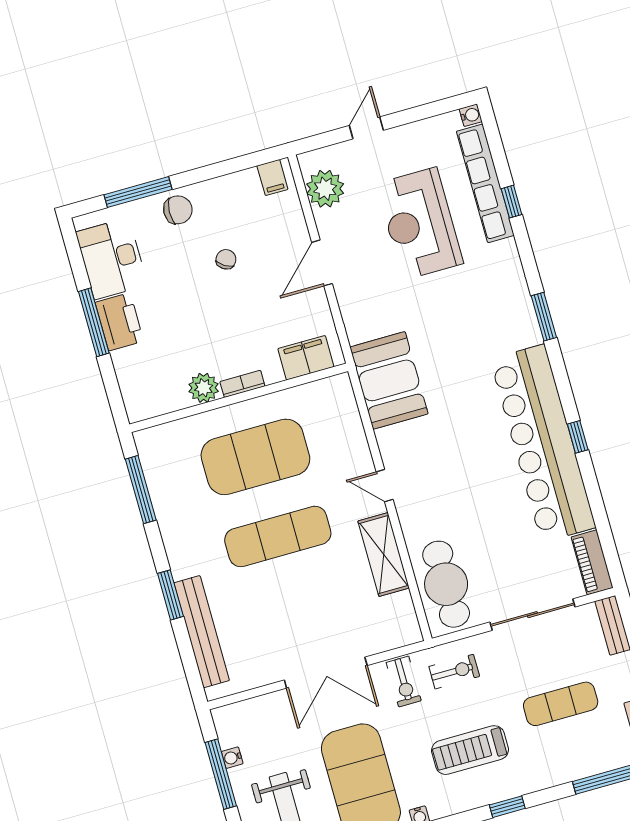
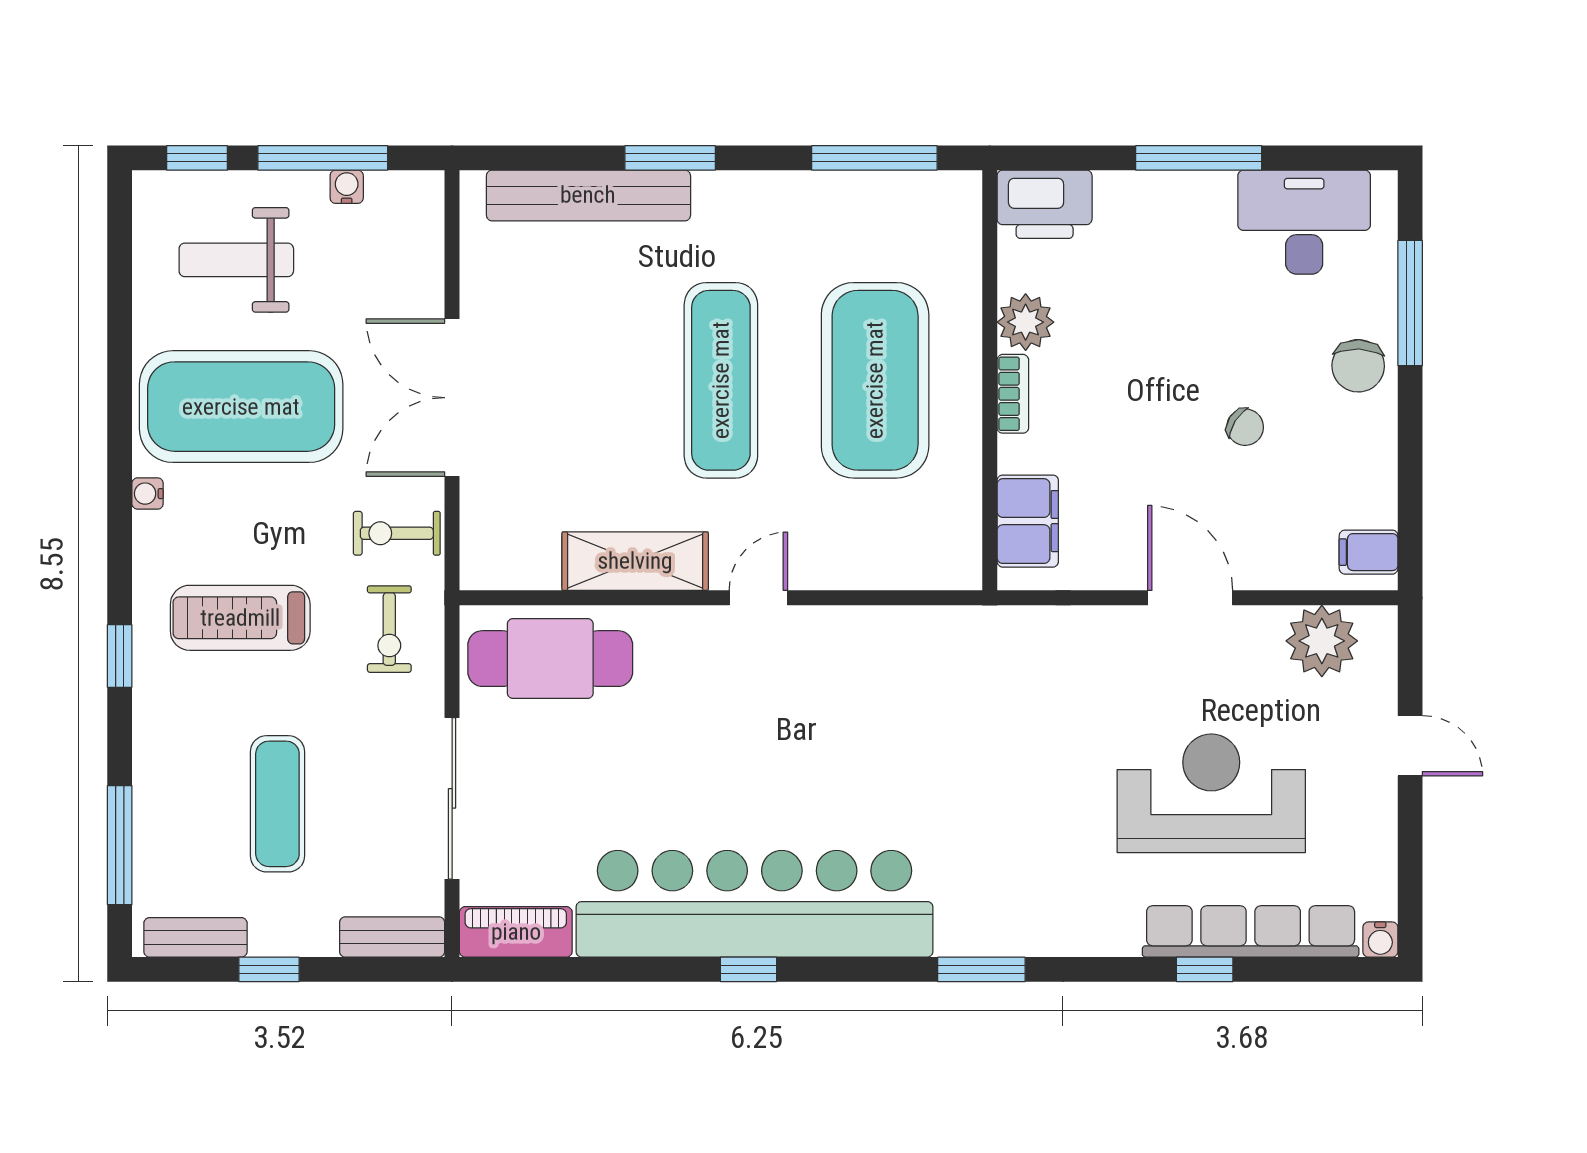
printer: (119, 322) -> (1045, 204), moved
booth: (389, 380) -> (945, 659), removed
treadmill: (470, 750) -> (240, 618), turned -90

